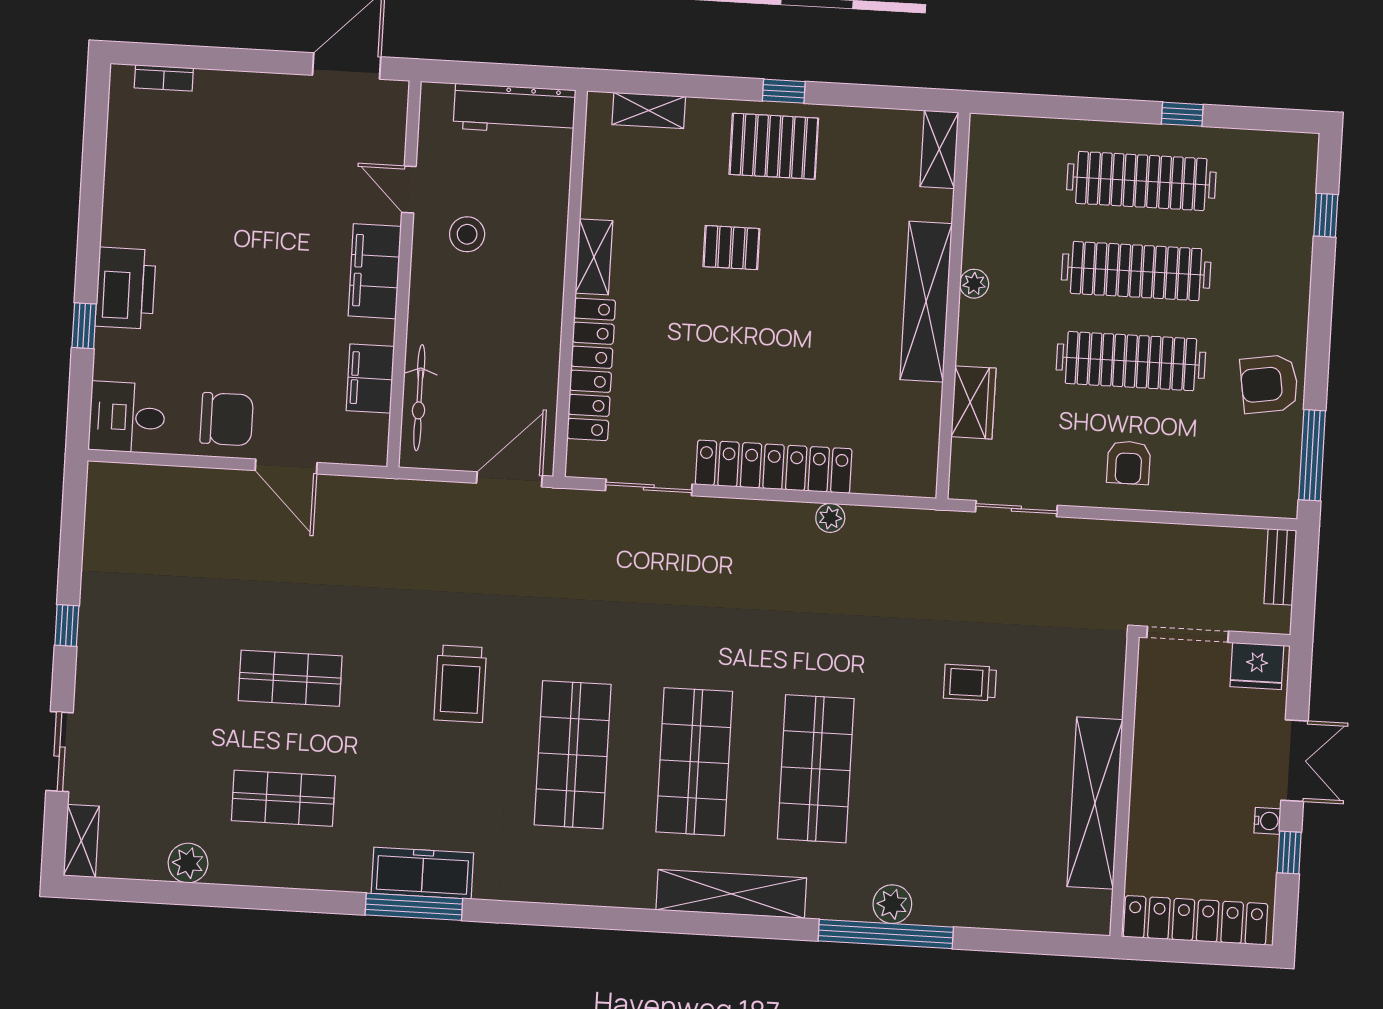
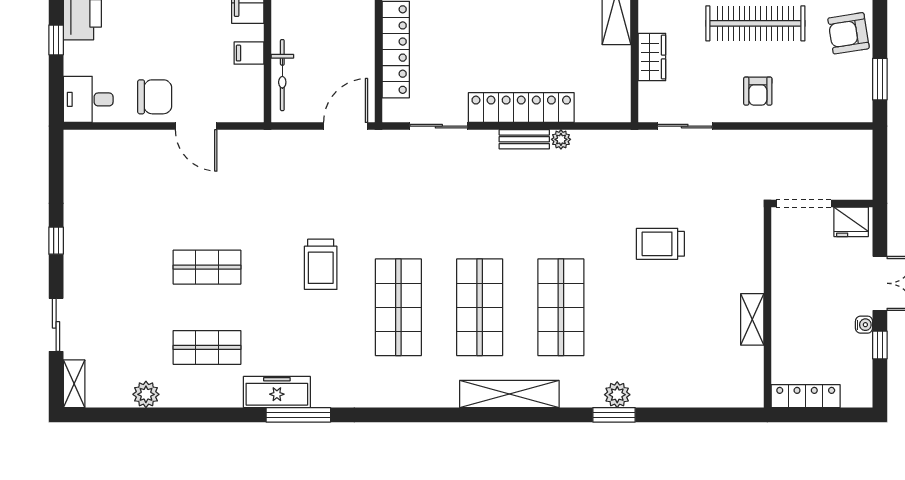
filing cabinet: (370, 379) -> (249, 53), width x0.50
window: (1312, 455) -> (880, 79), width x0.69
bench: (1280, 567) -> (524, 139), moved, turned 90
trolley: (970, 683) -> (660, 244), width x1.36, depth x1.39
shelving: (1095, 803) -> (752, 319), width x0.45, depth x0.75
freezer: (422, 873) -> (277, 392), moved
locker: (1196, 920) -> (806, 396), width x0.71, depth x0.83
window: (886, 934) -> (614, 415), width x0.47

